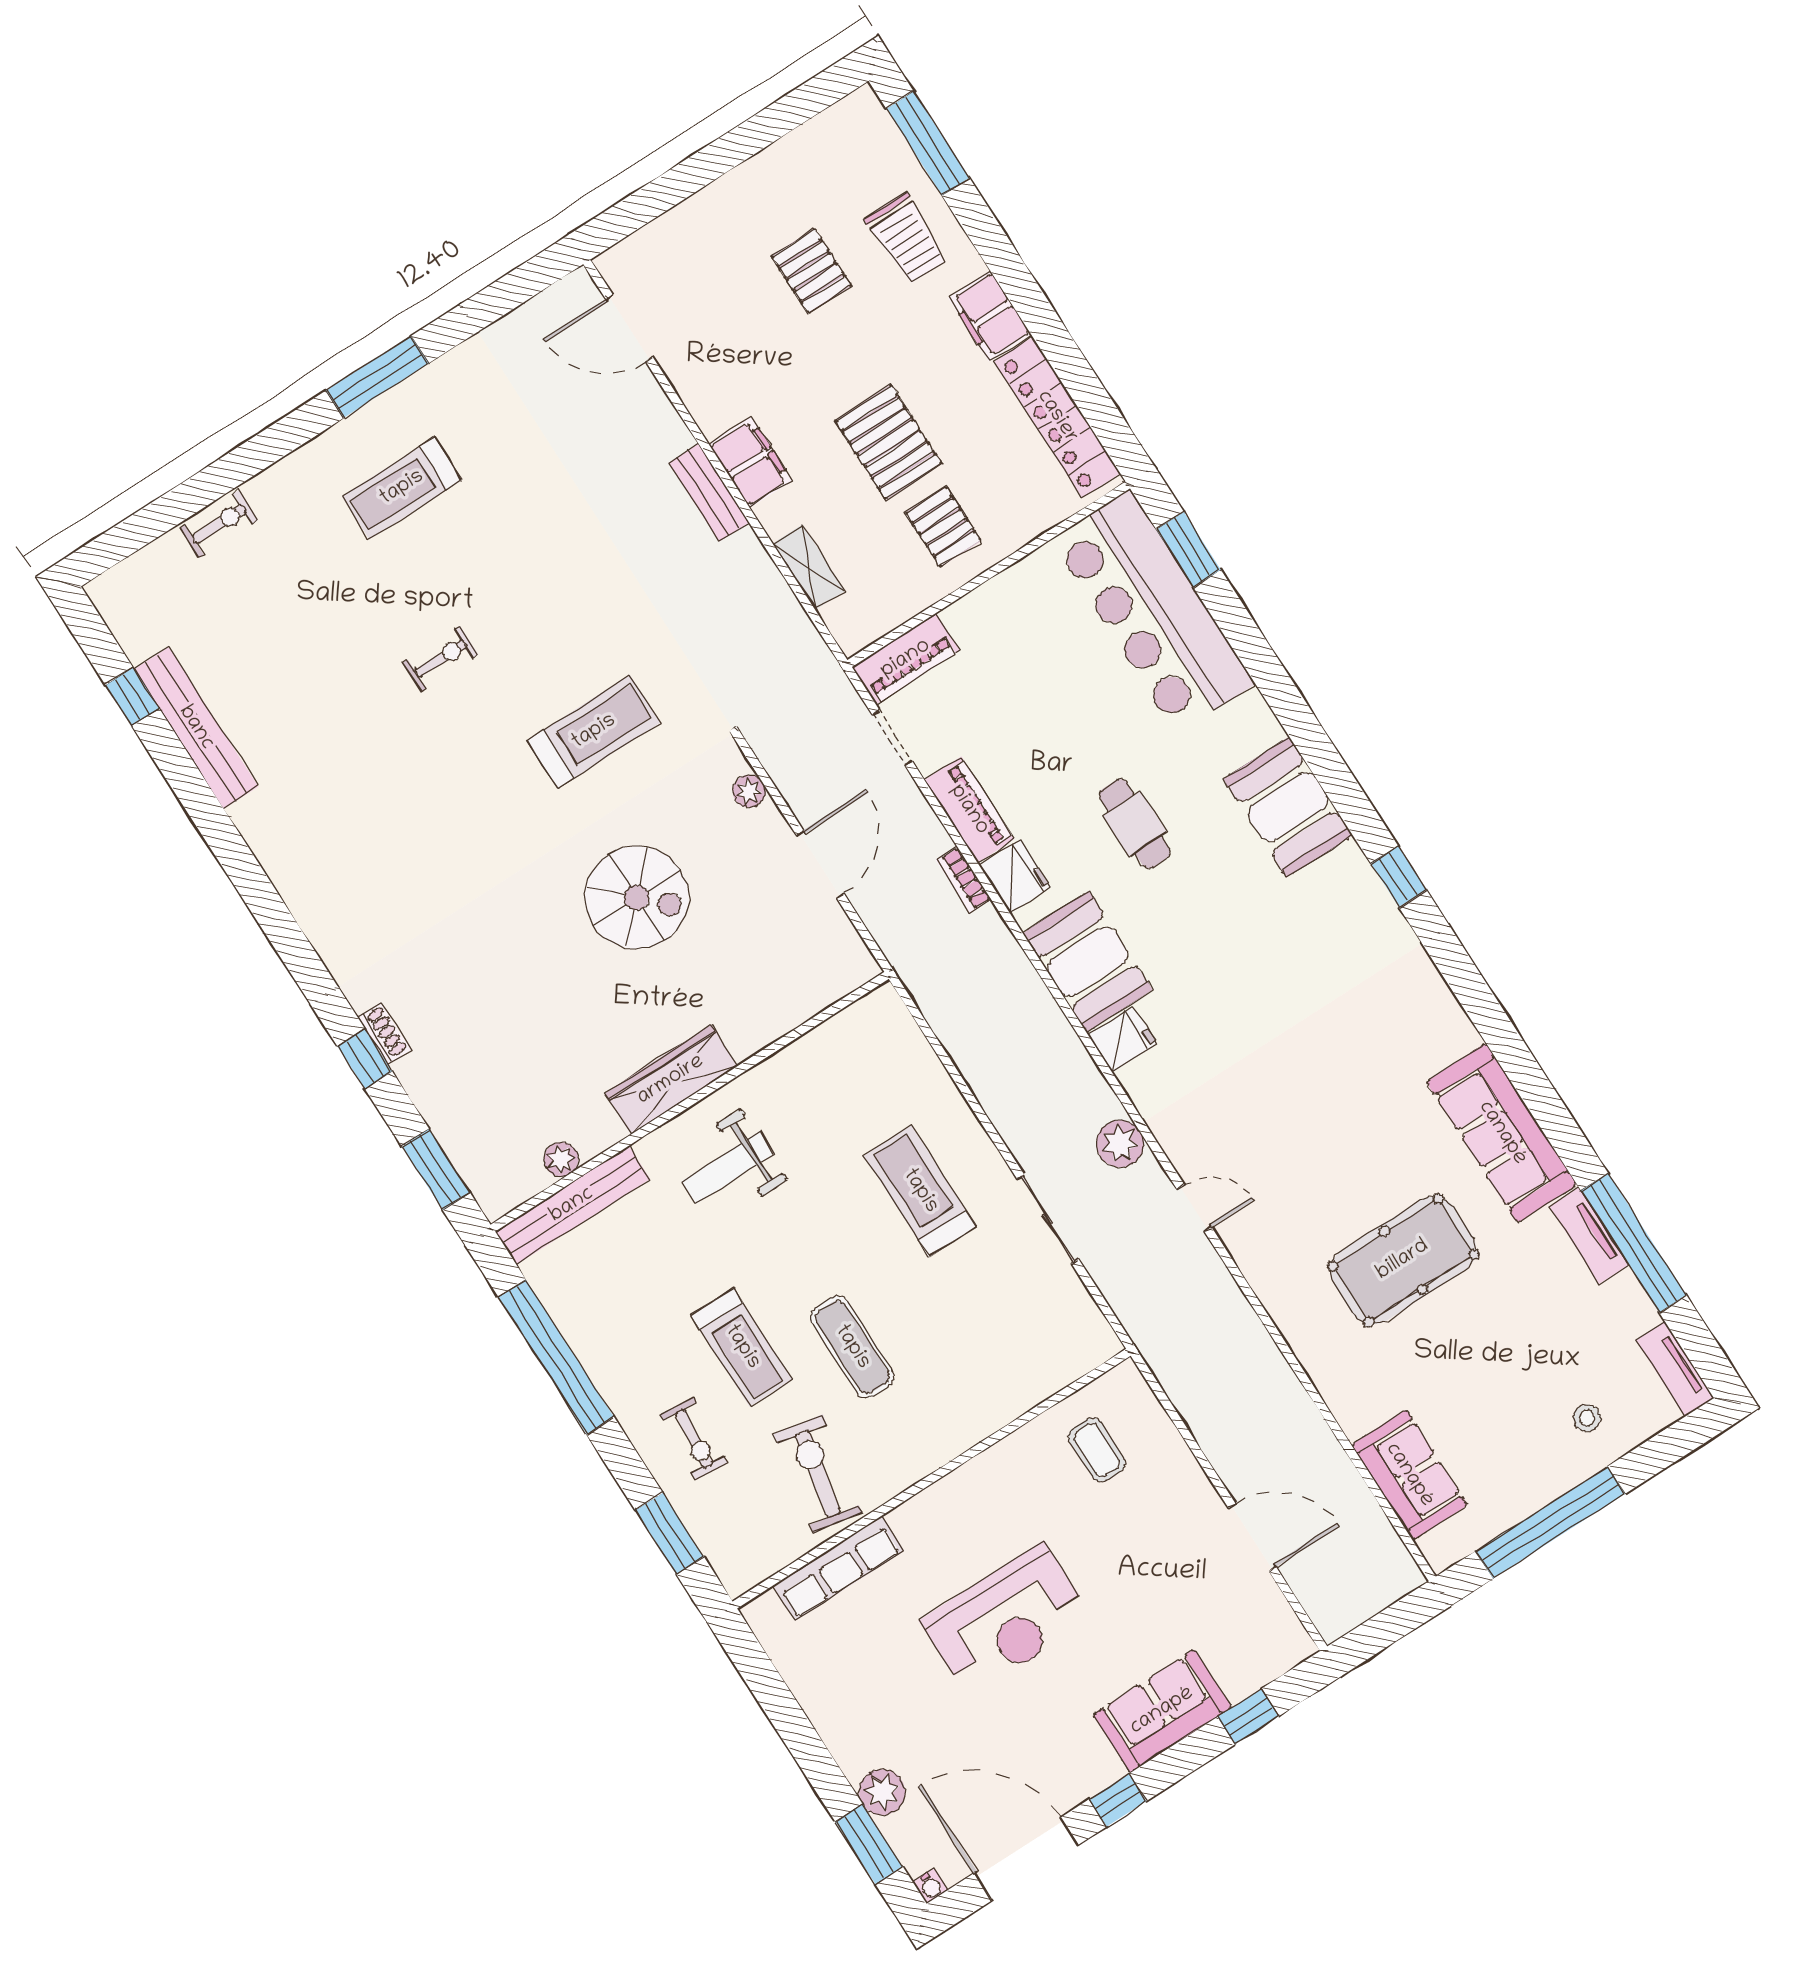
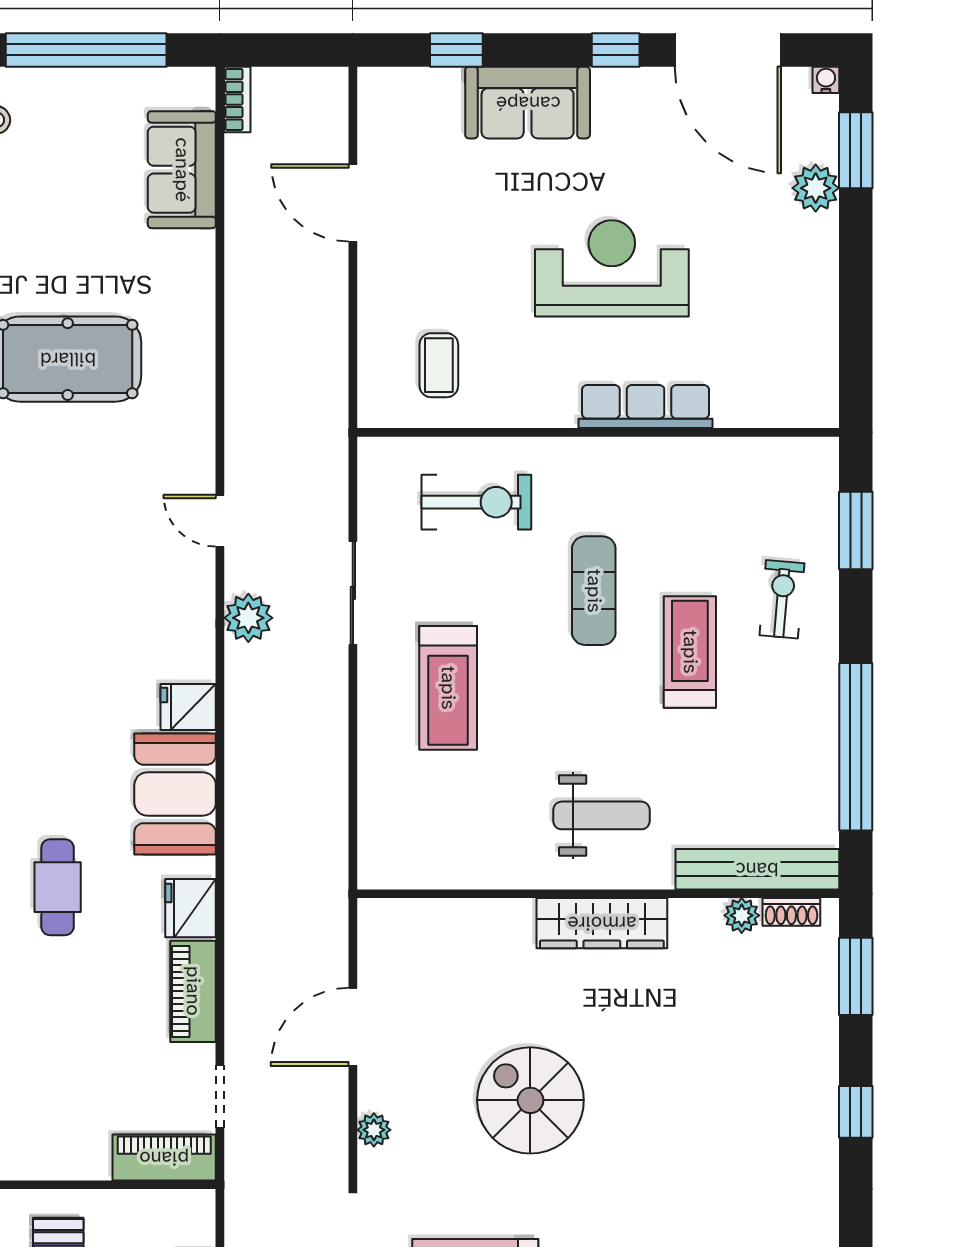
bookcase: (963, 880) -> (237, 99), moved
shoe rack: (384, 1034) -> (791, 912), moved, turned -90
exercise bike: (818, 1473) -> (476, 502), moved, turned -101
row of seats: (838, 1568) -> (646, 407), moved

